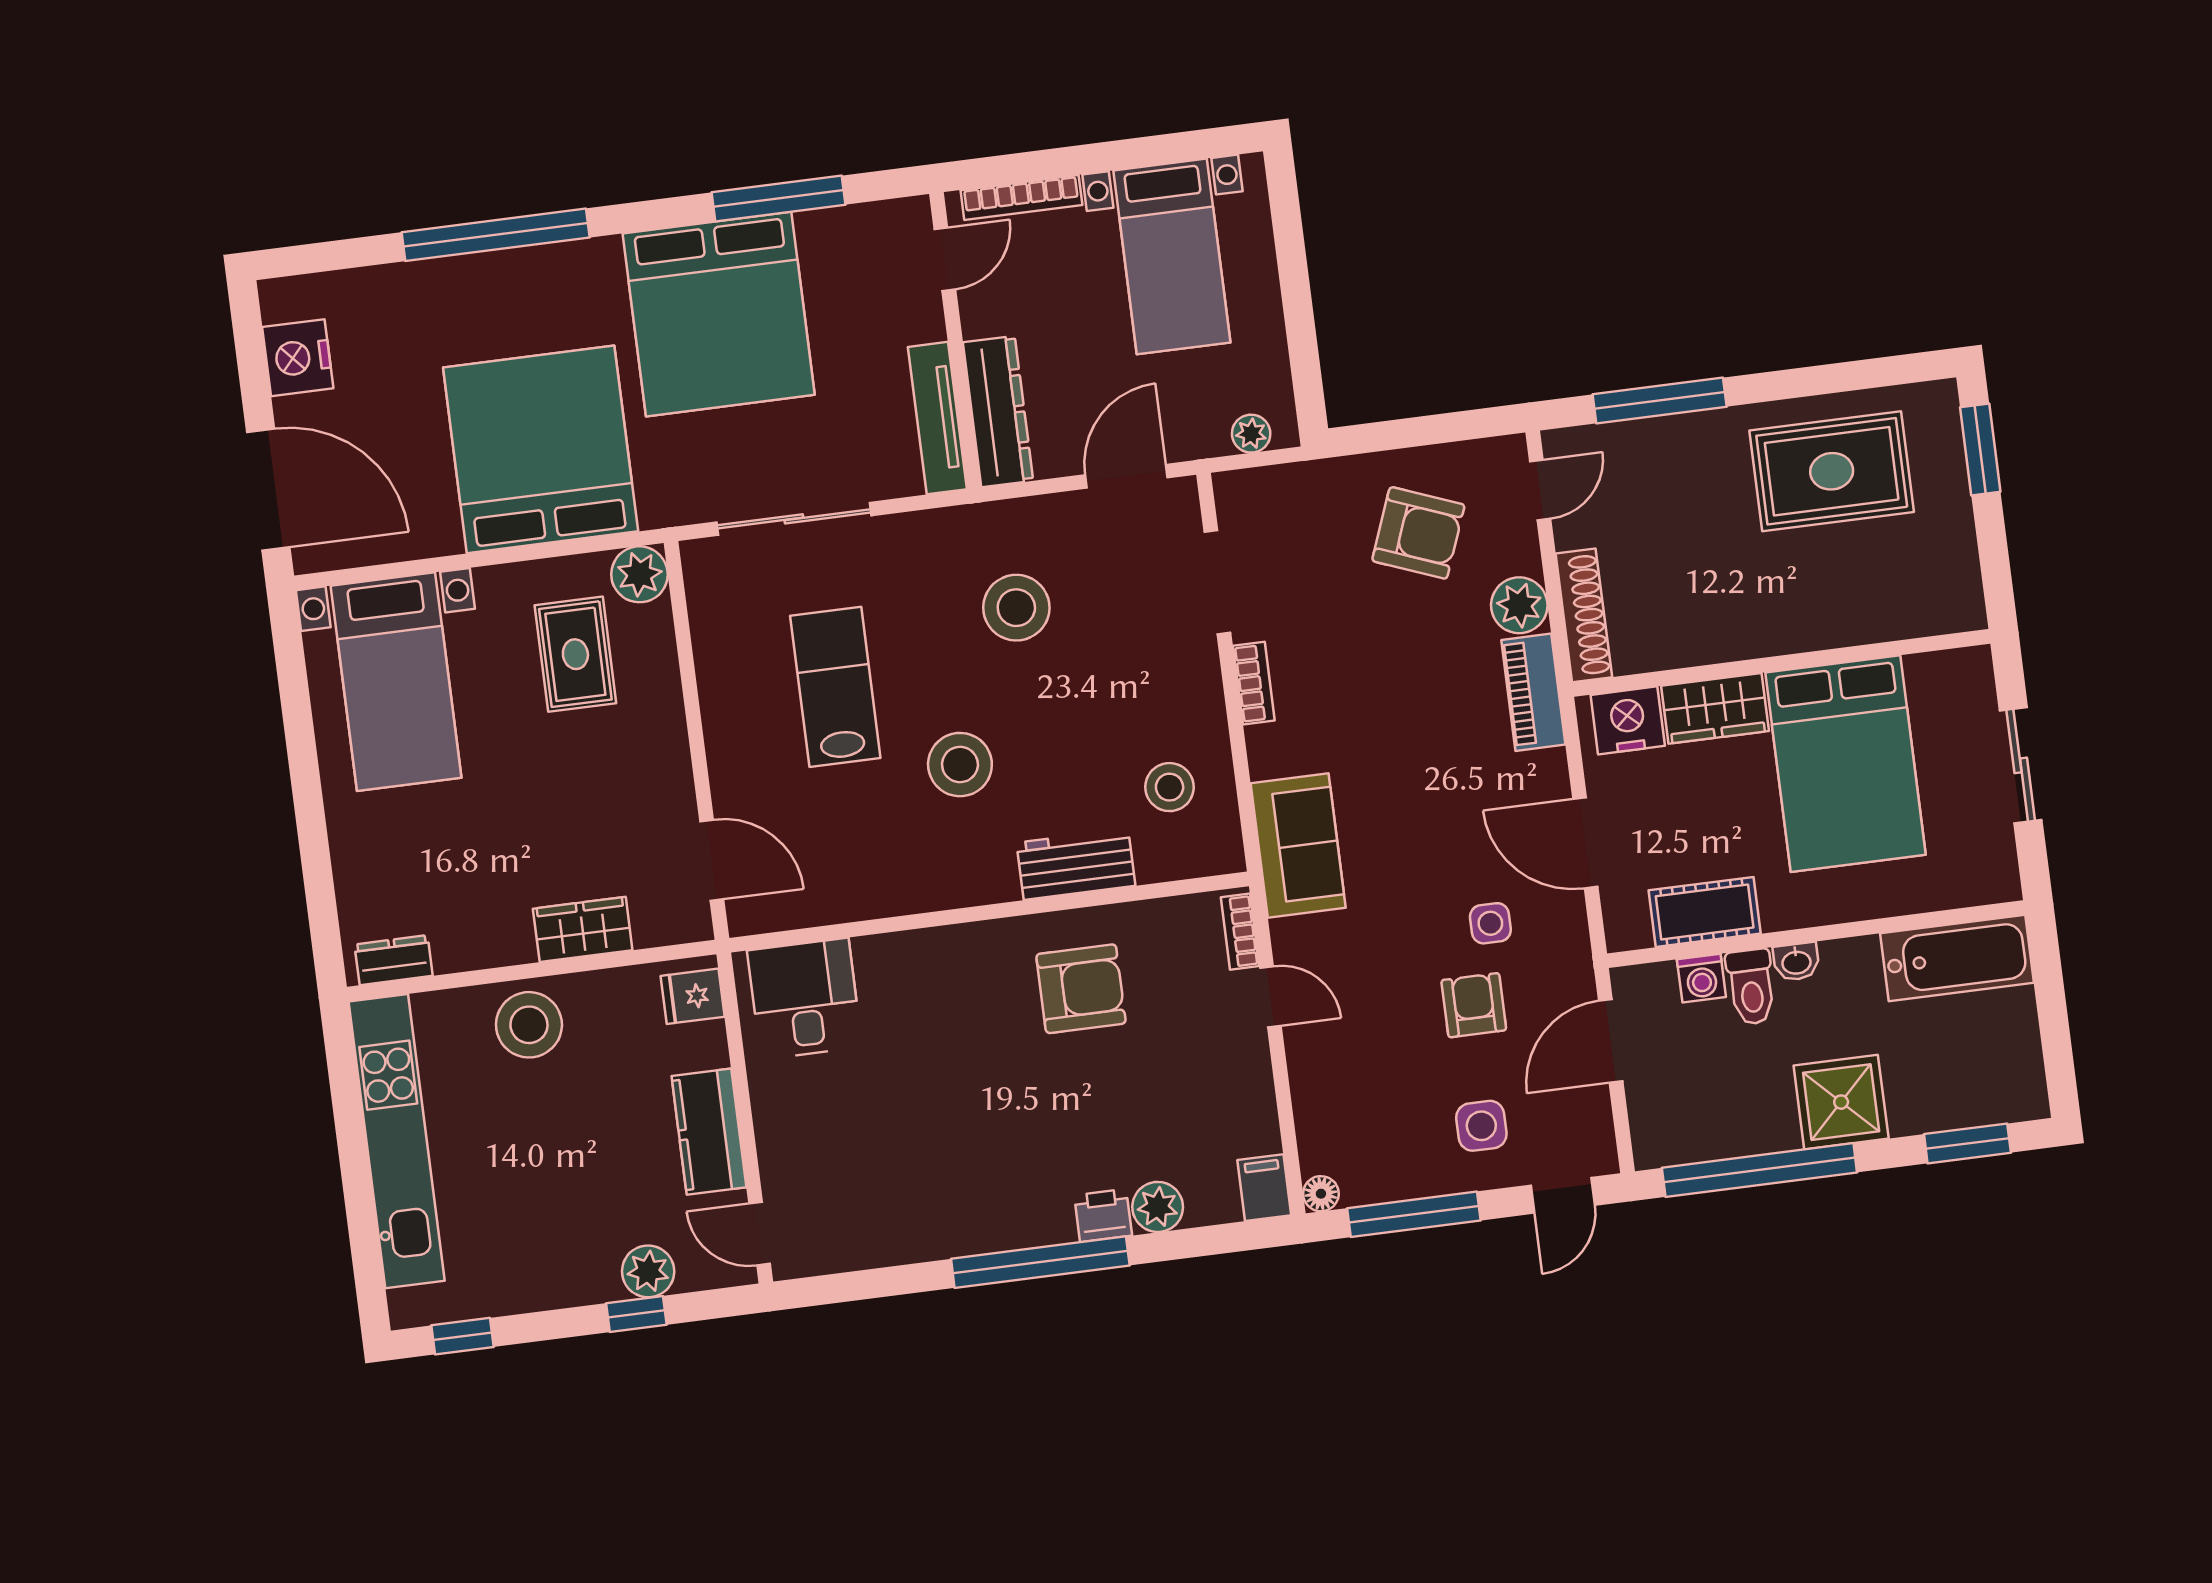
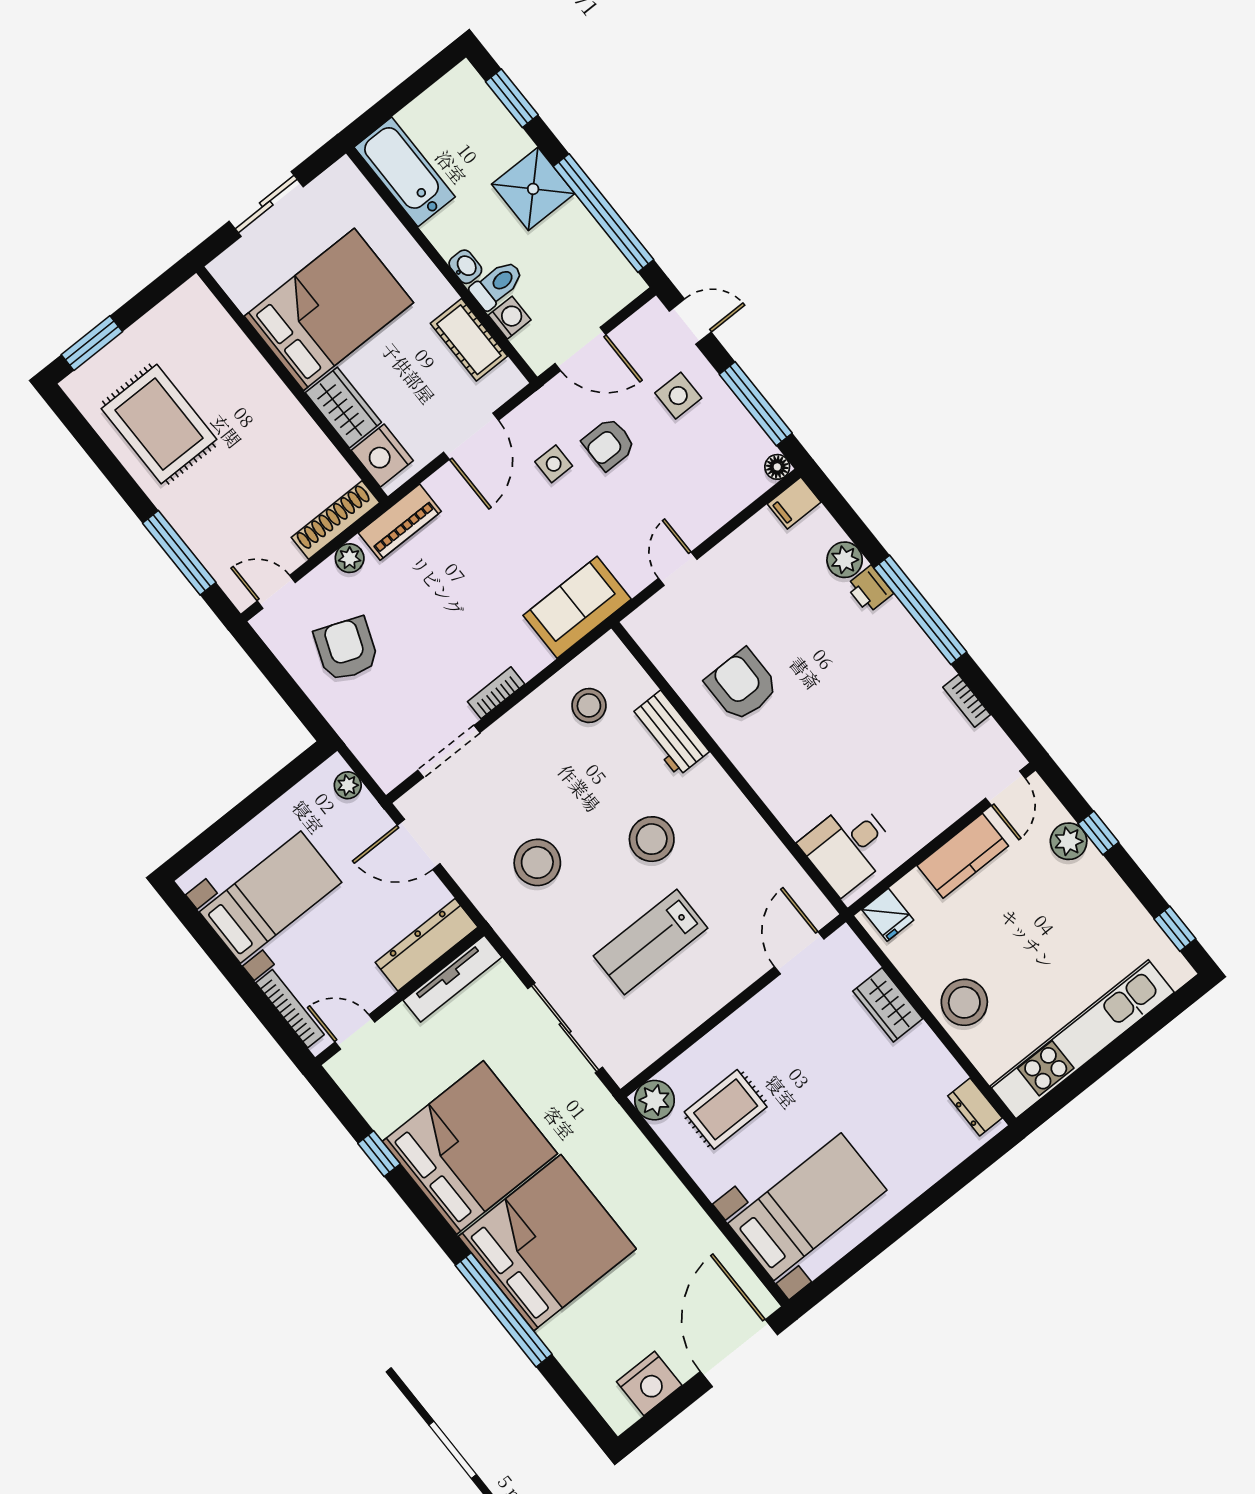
window: (779, 199) -> (379, 1154), width x0.46
bed: (541, 449) -> (547, 1243), moved, turned 180
plant: (1519, 605) -> (350, 558), width x0.73, depth x0.73
bookcase: (1240, 932) -> (967, 701), moved, turned 90

